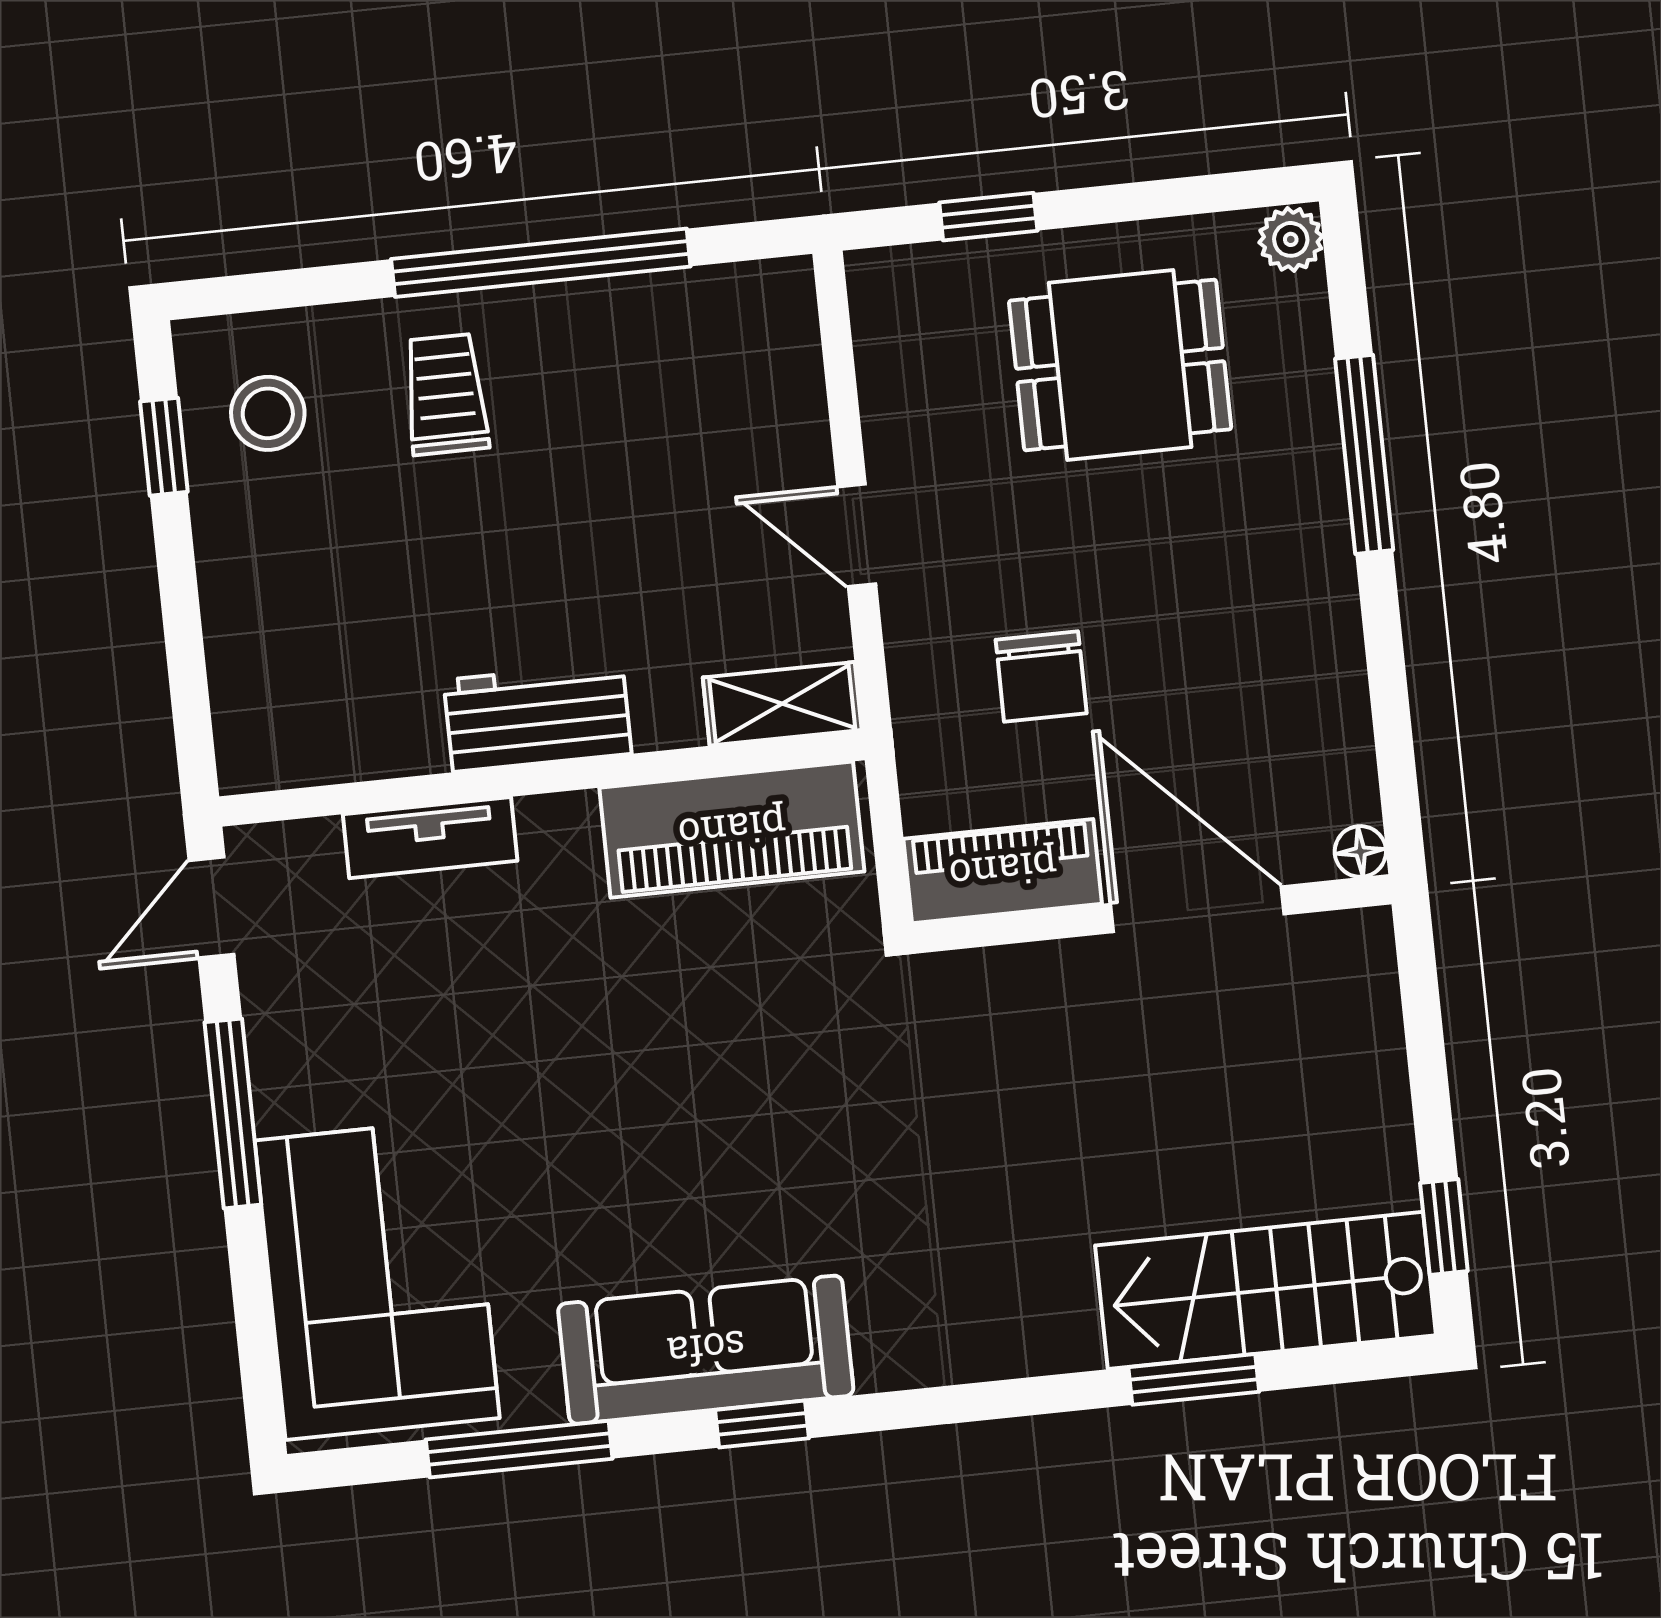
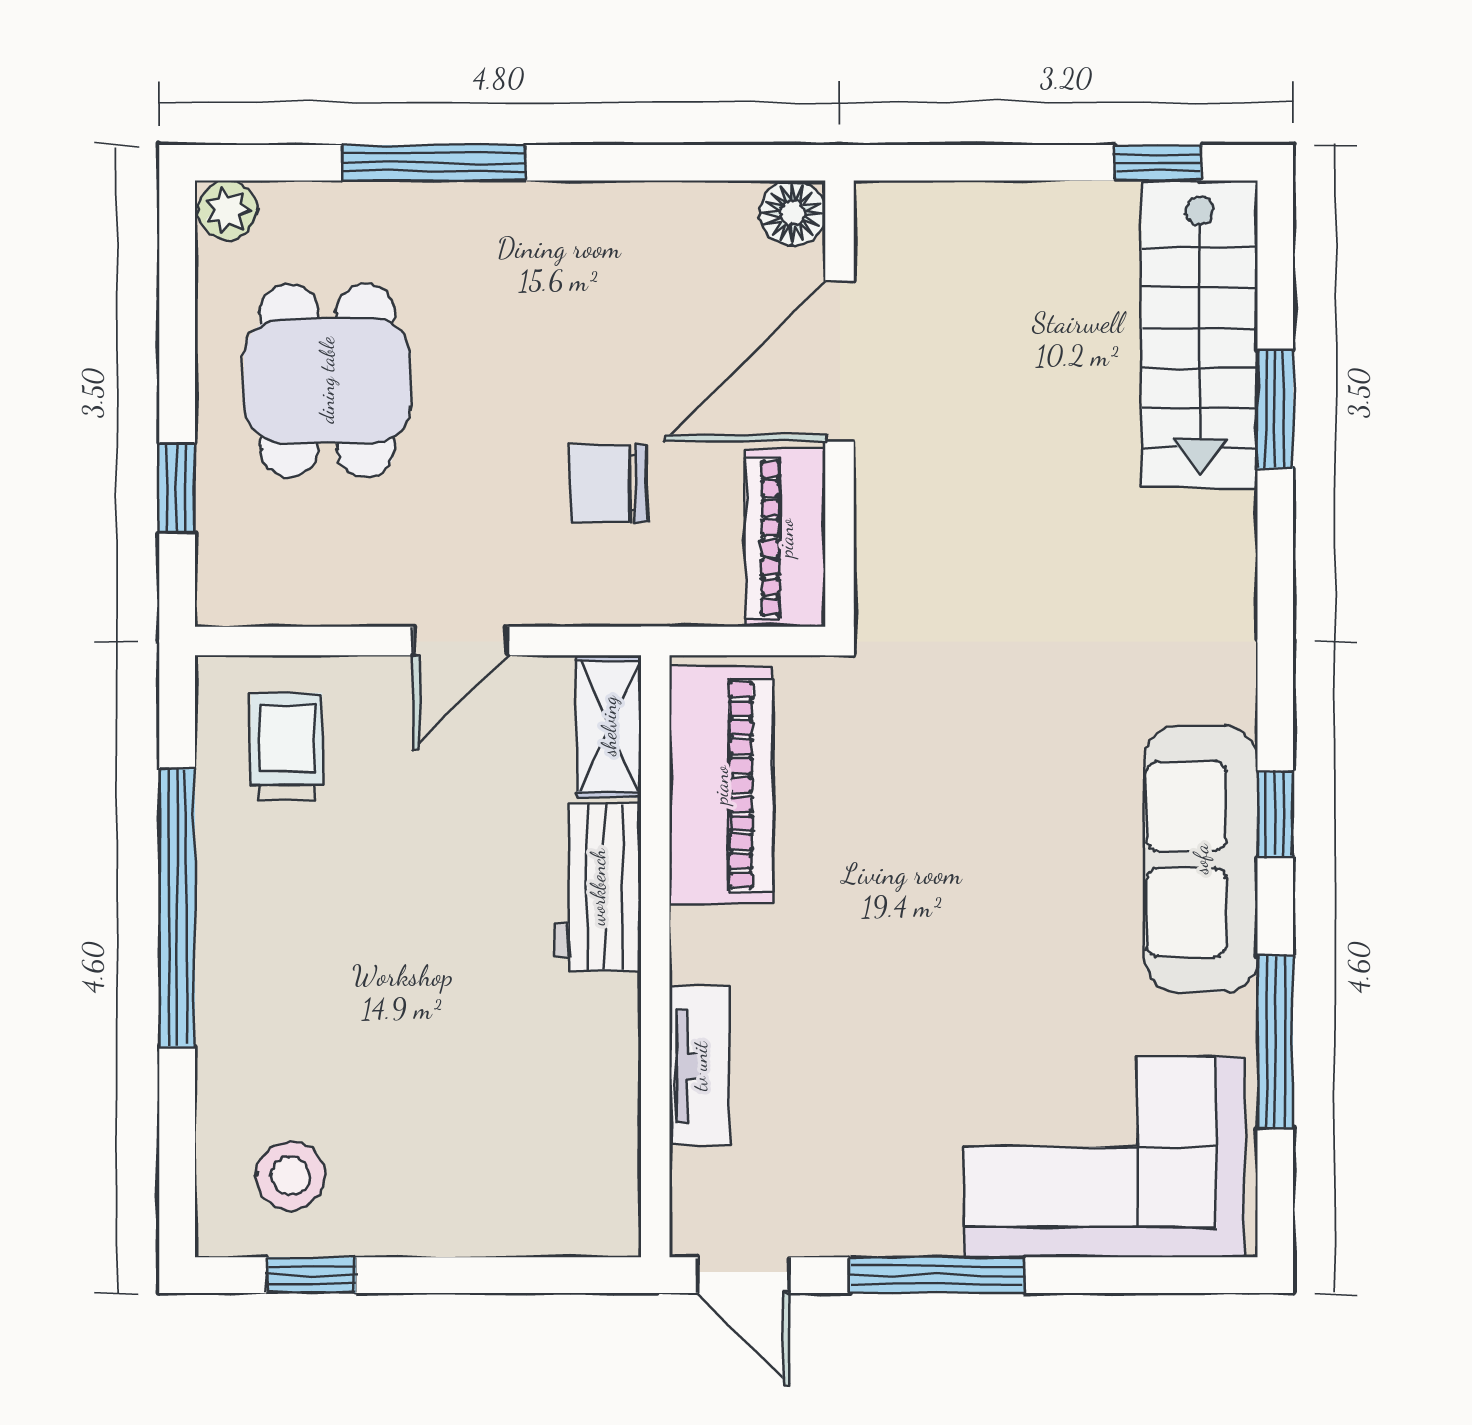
trolley: (446, 394) -> (287, 747), moved, turned 90
chair: (1041, 676) -> (609, 484), turned 180
workbench: (538, 717) -> (598, 887), moved
floor lamp: (1360, 851) -> (793, 213), width x1.37, depth x1.37

